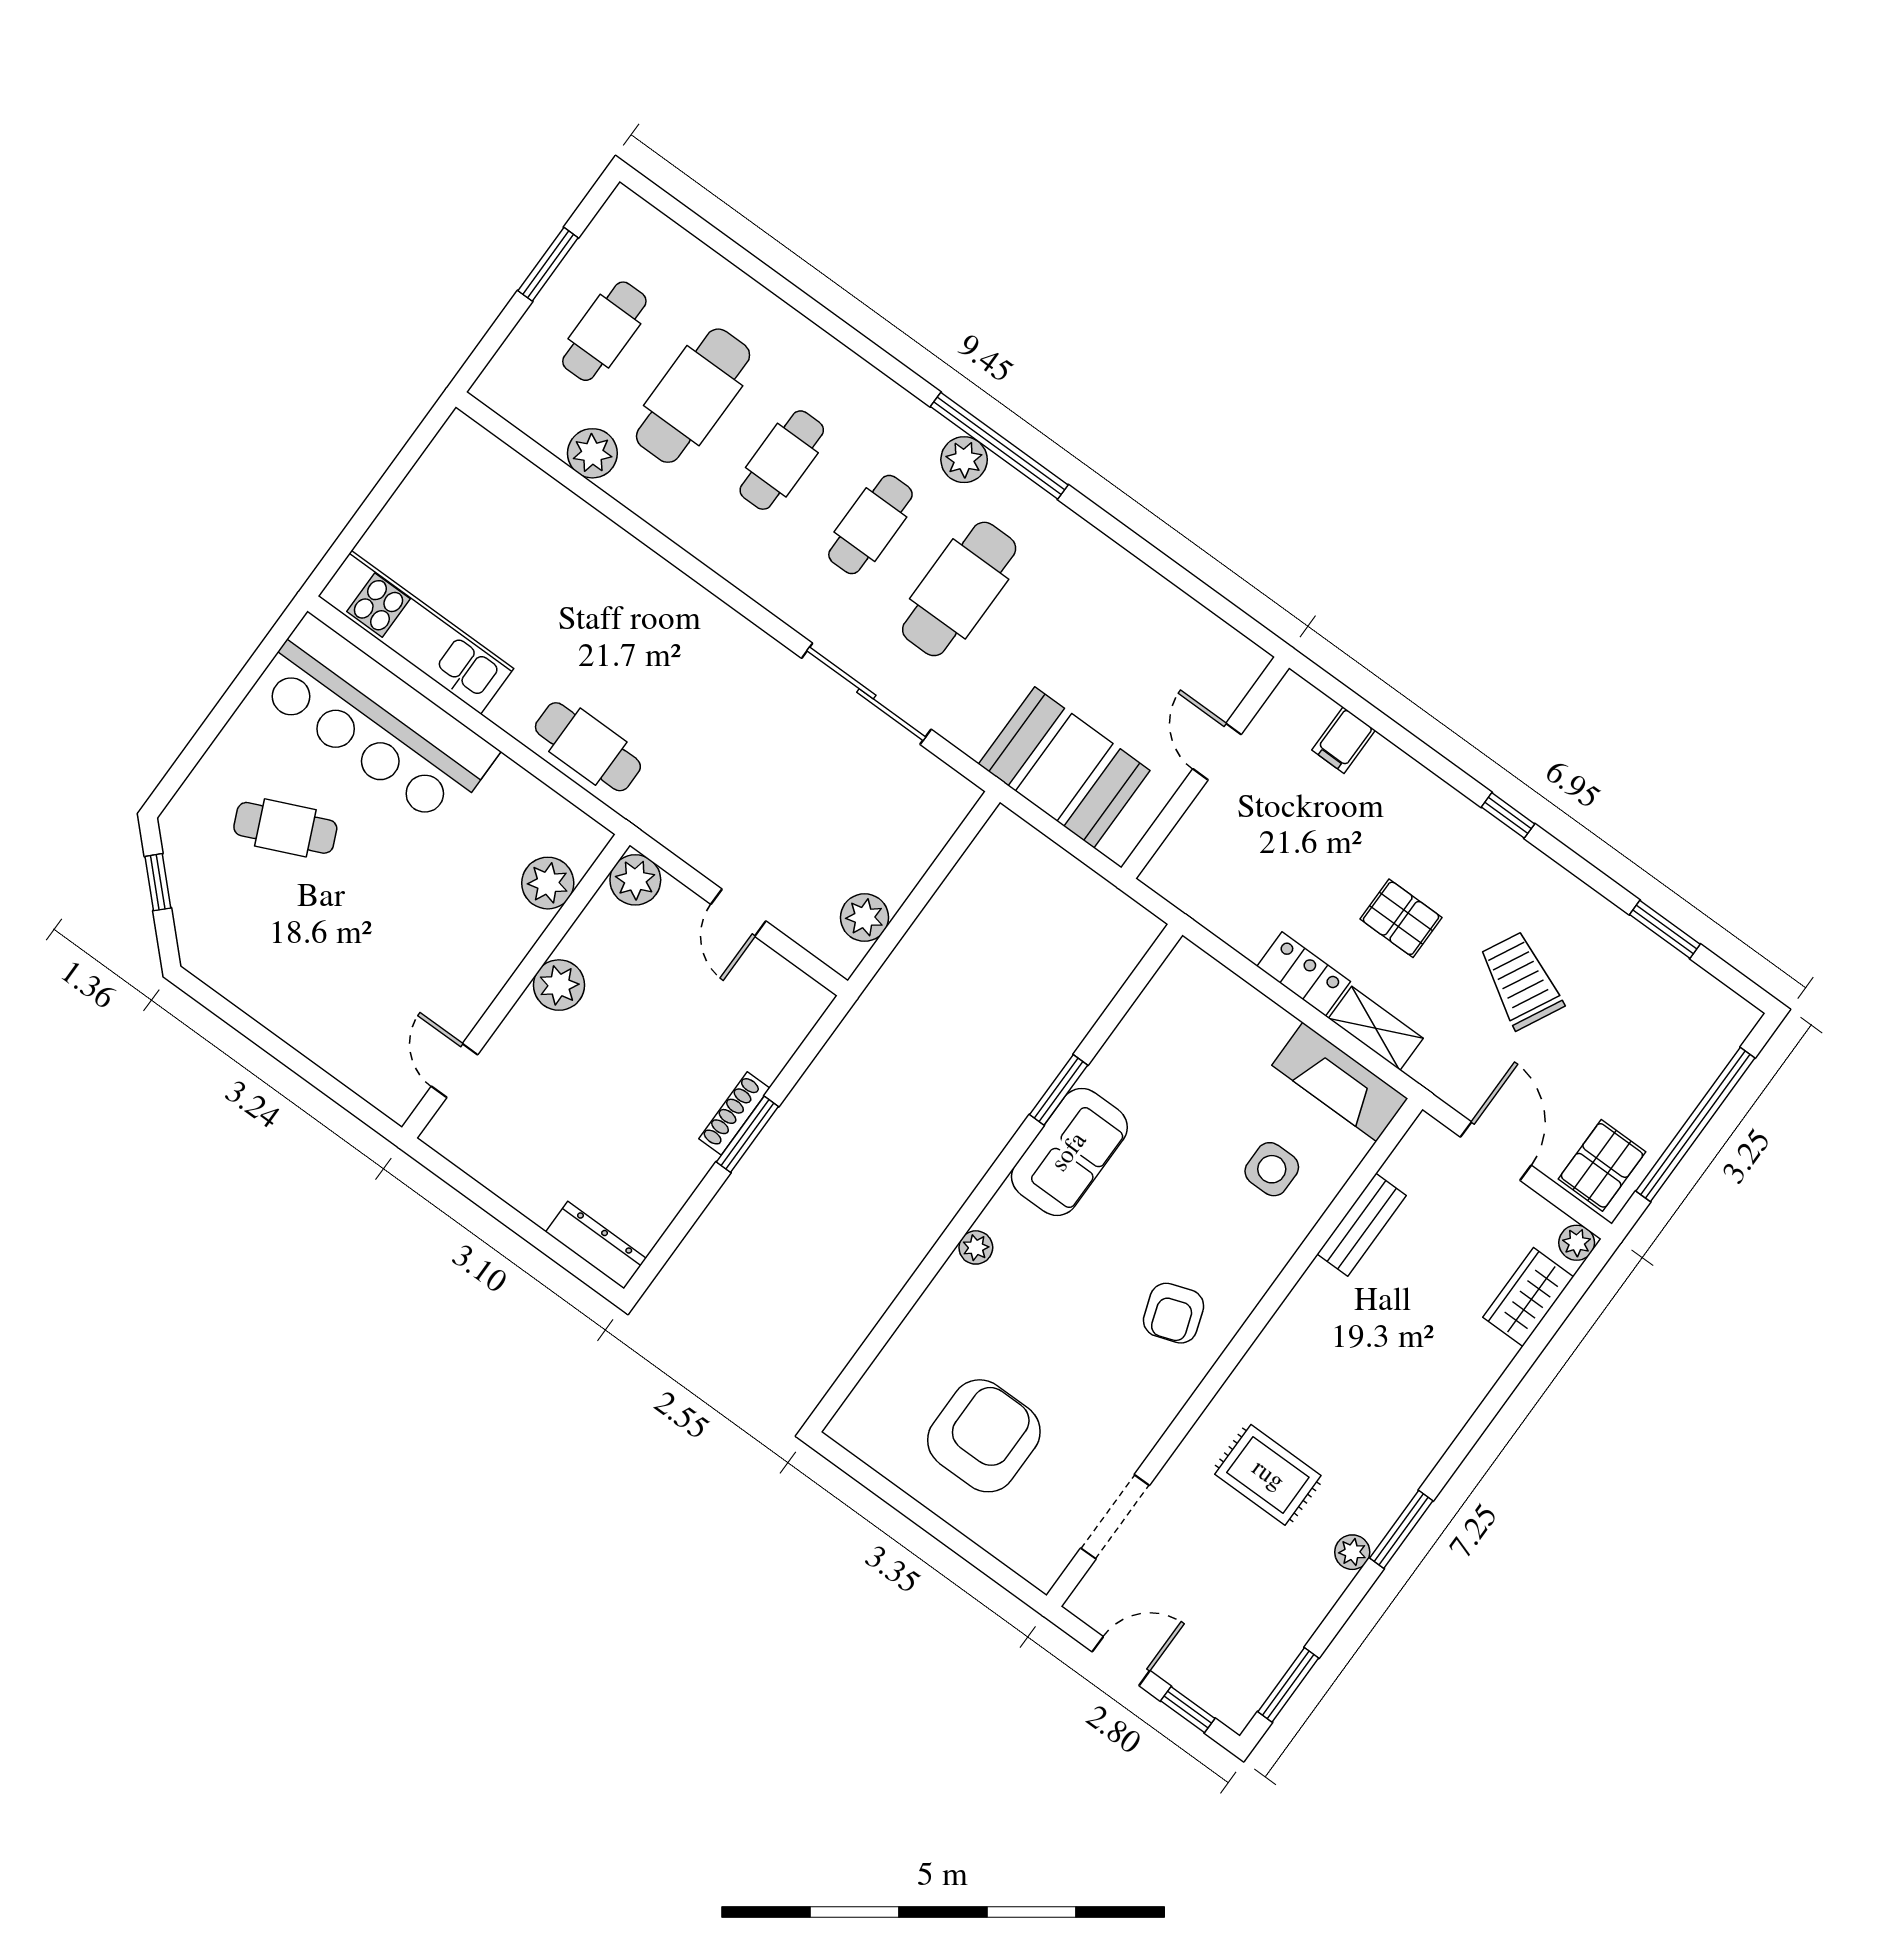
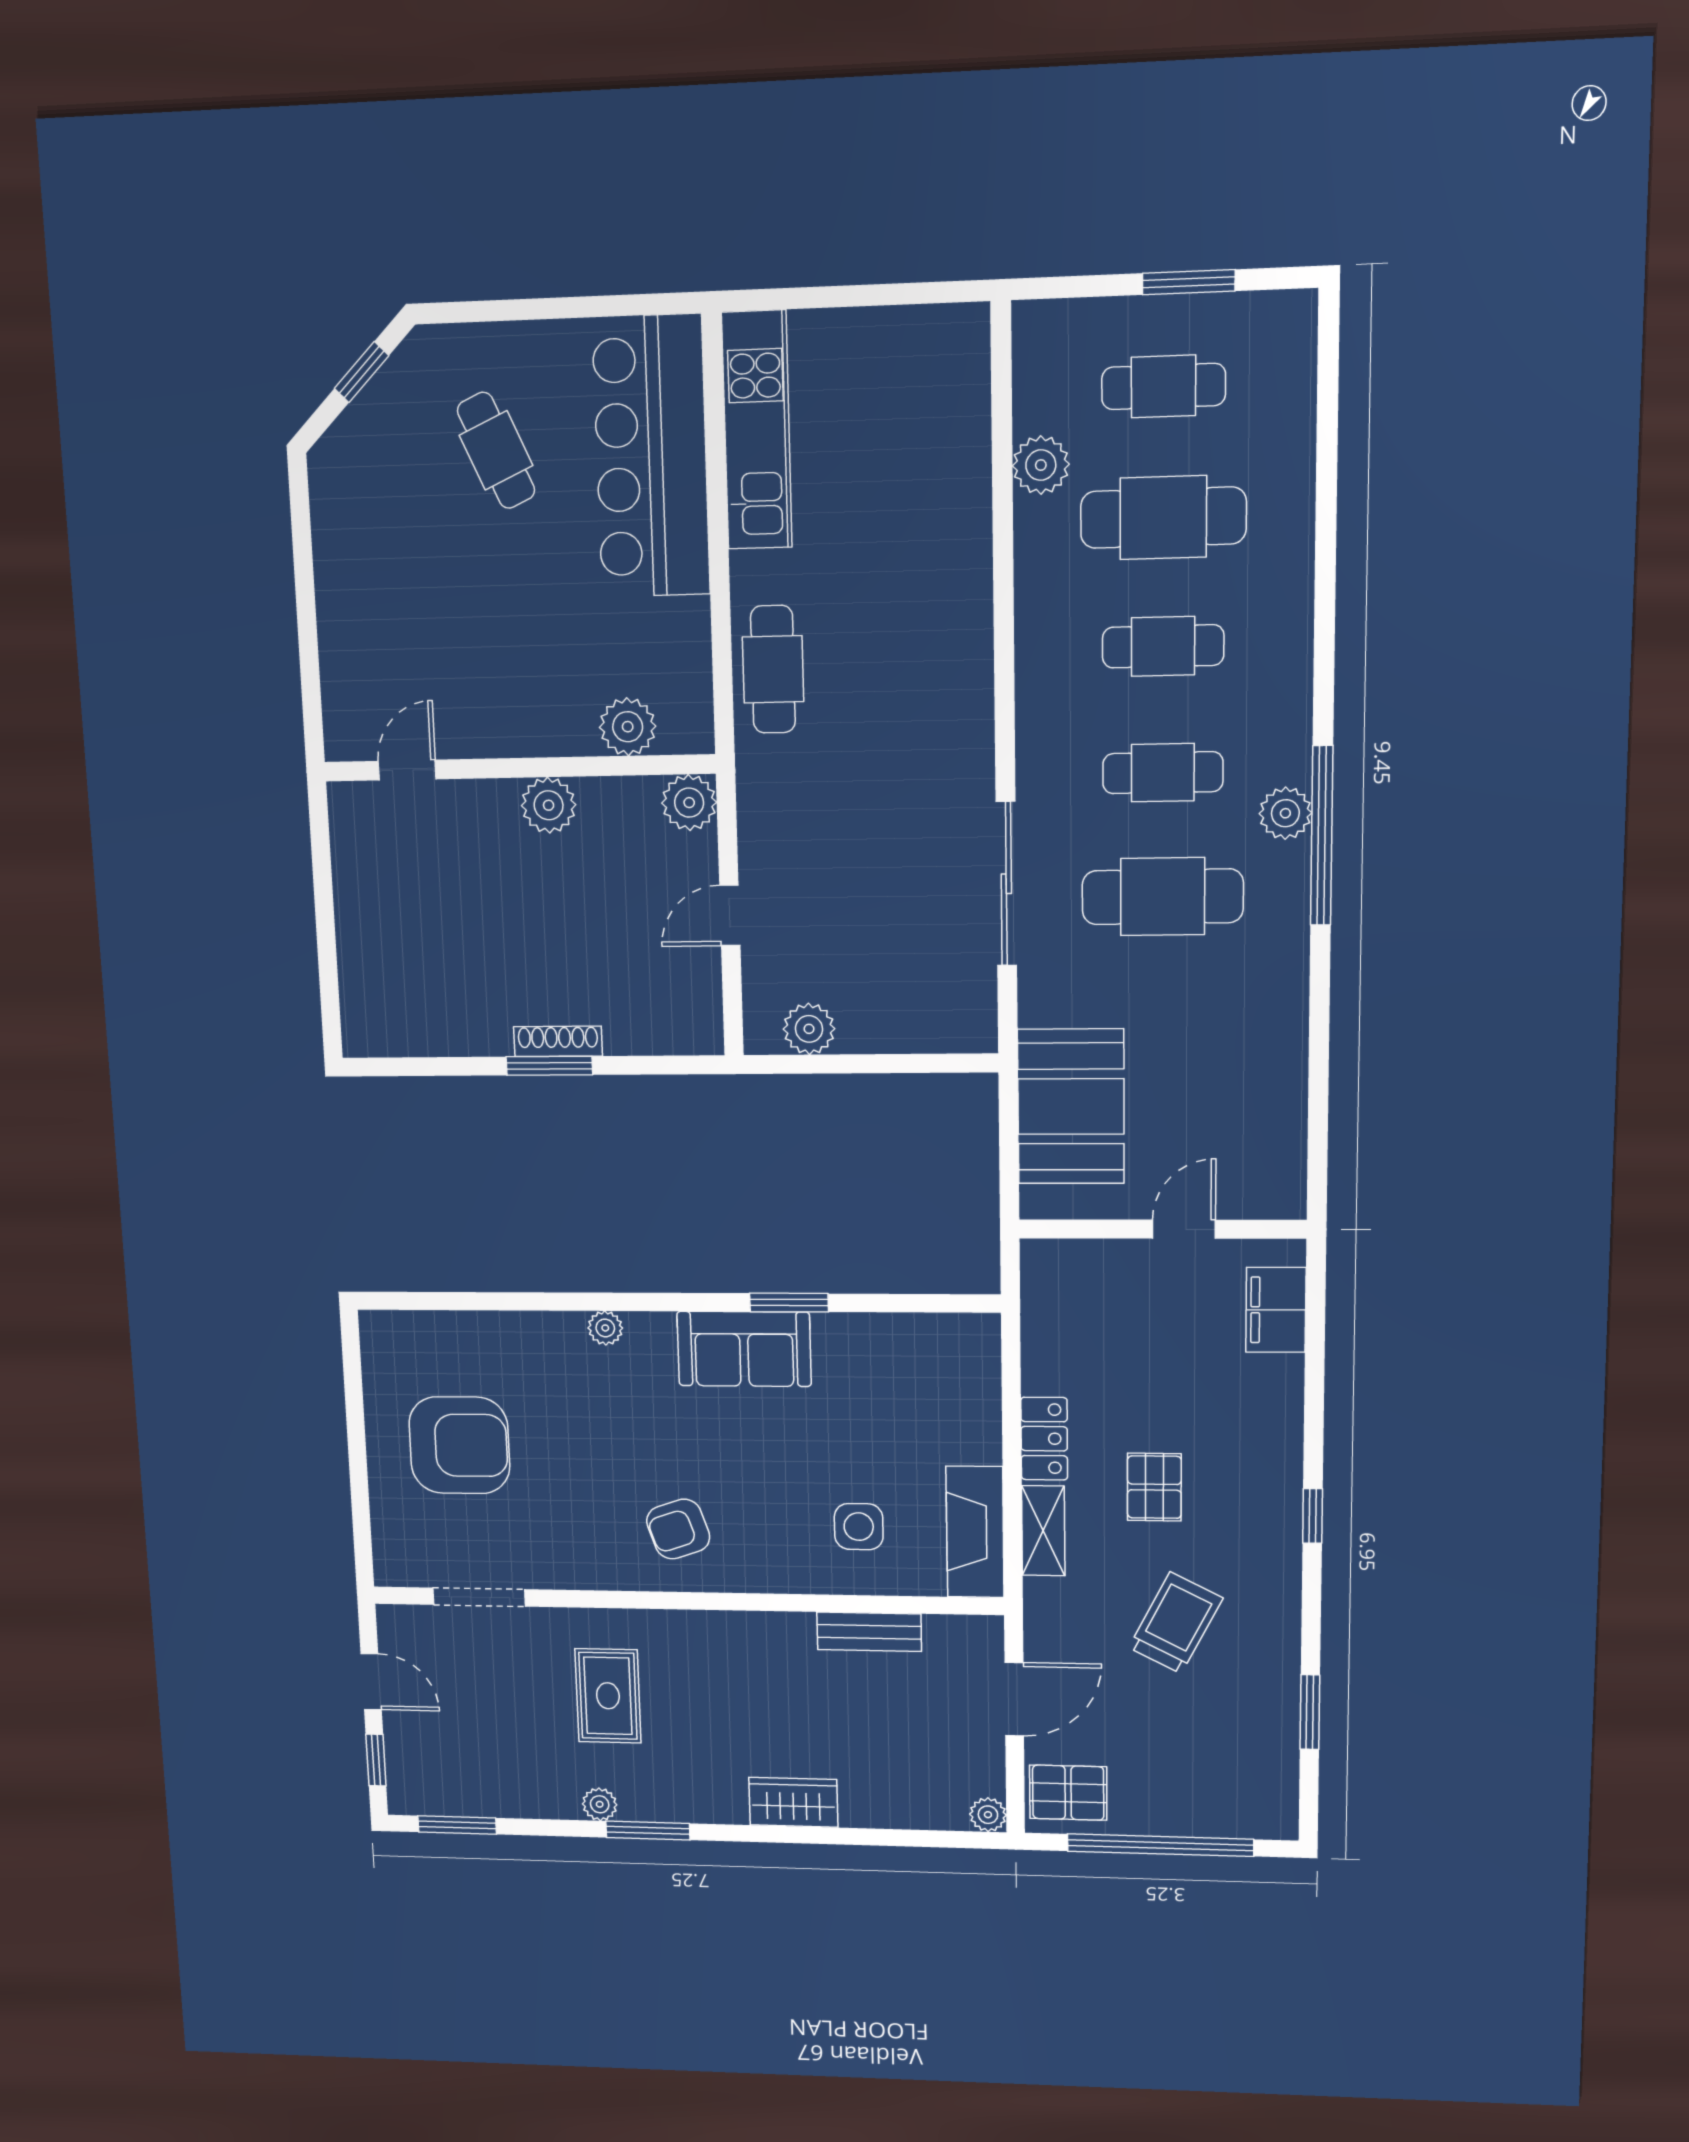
filing cabinet: (1344, 740) -> (1276, 1310), width x2.00
dresser: (596, 1245) -> (359, 1006), removed
wardrobe: (1528, 1297) -> (793, 1802), moved

